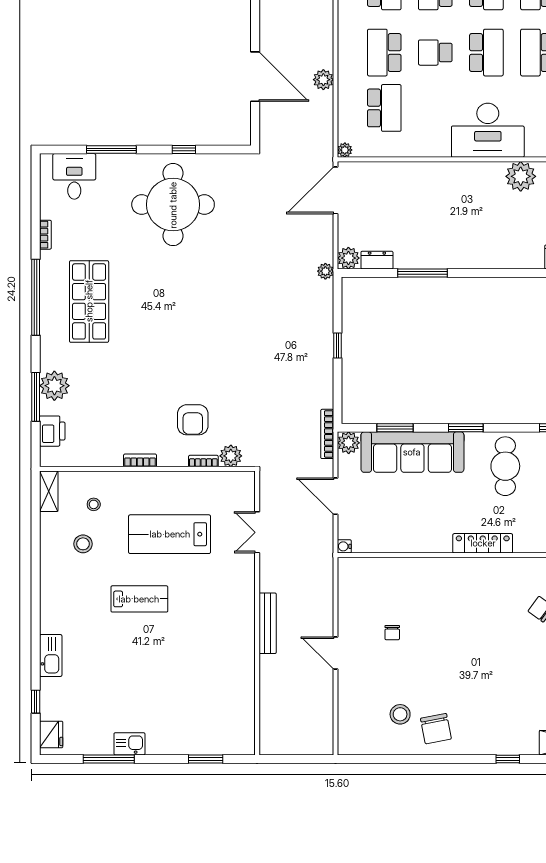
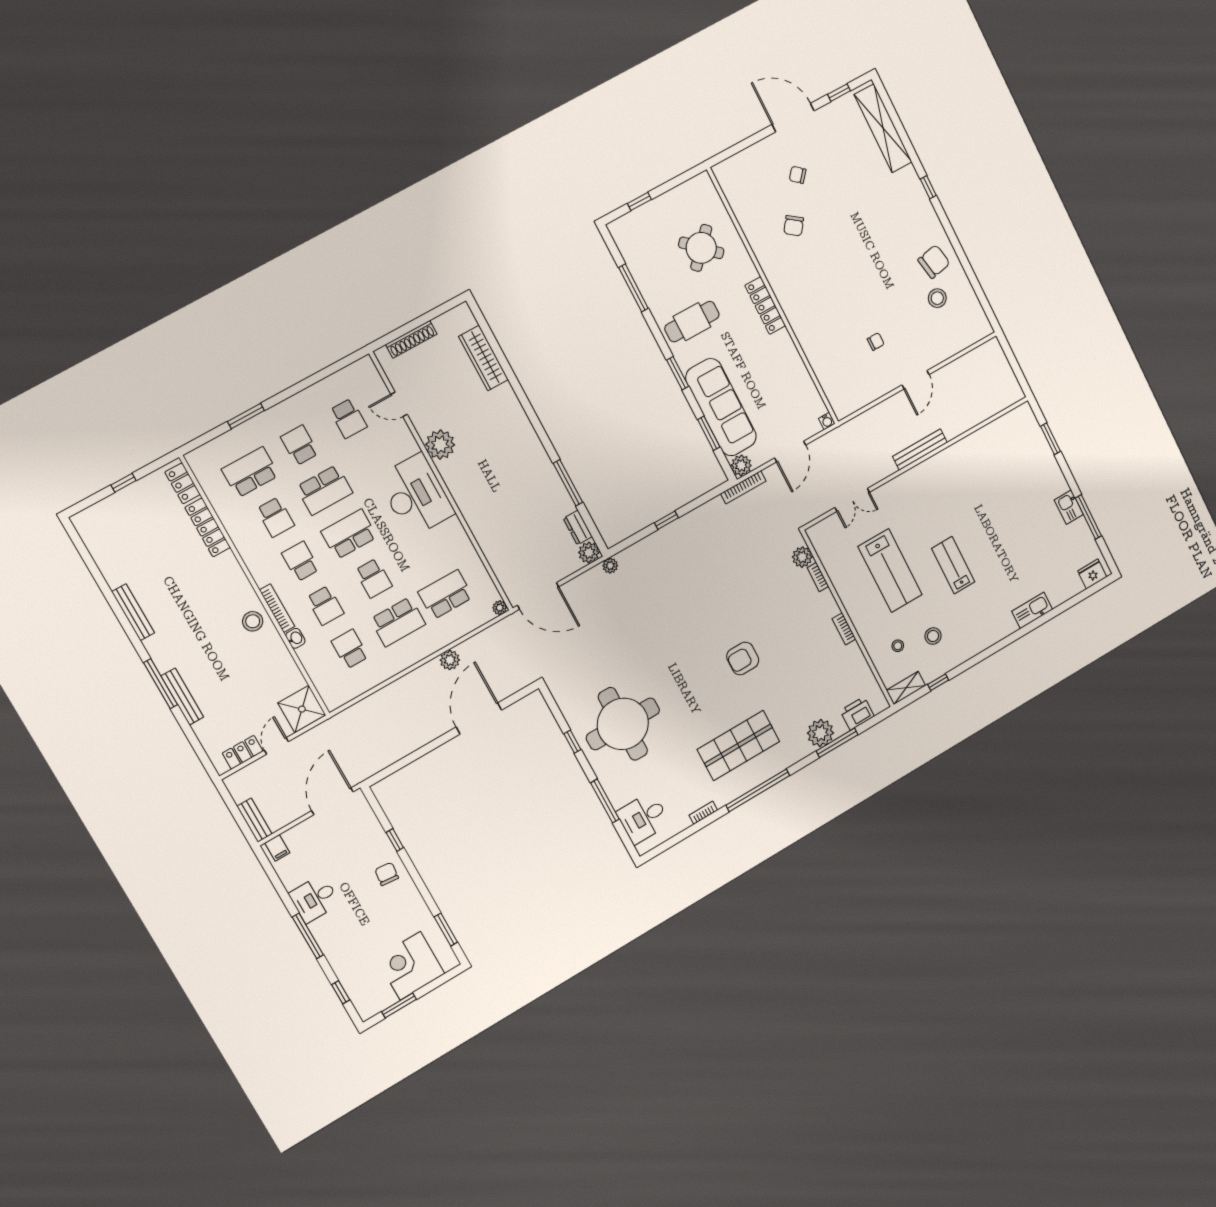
armchair: (193, 420) -> (743, 658), moved, turned 180
window: (36, 702) -> (938, 682), moved

